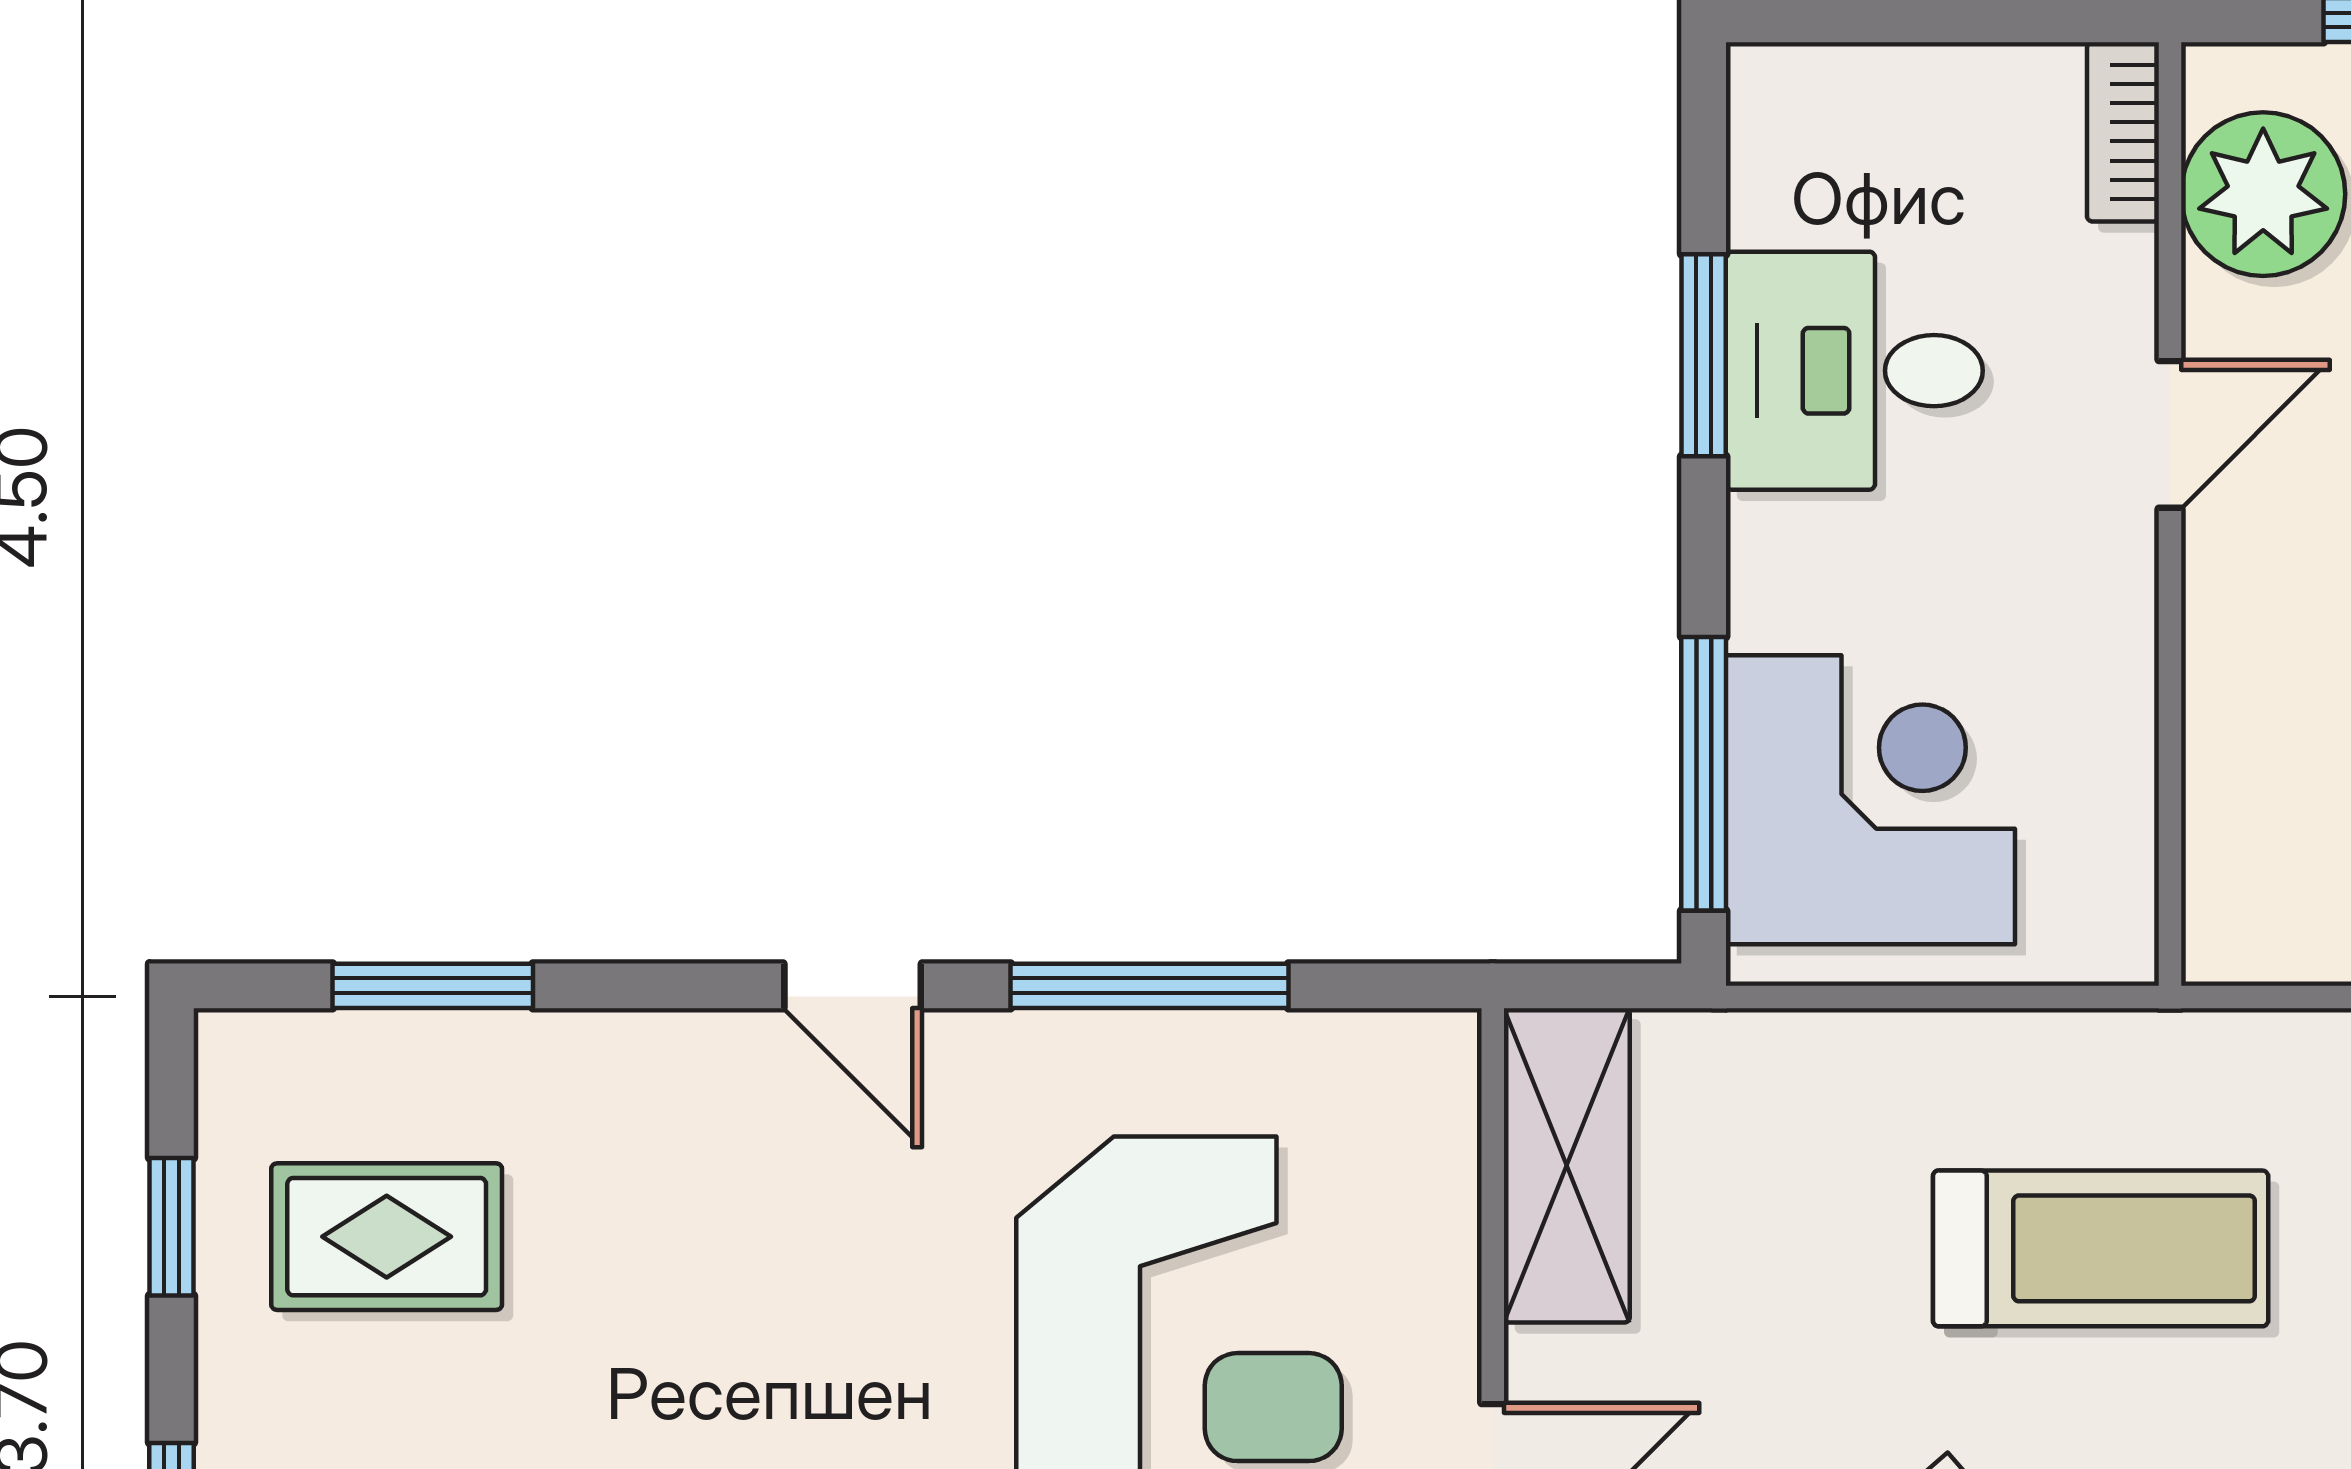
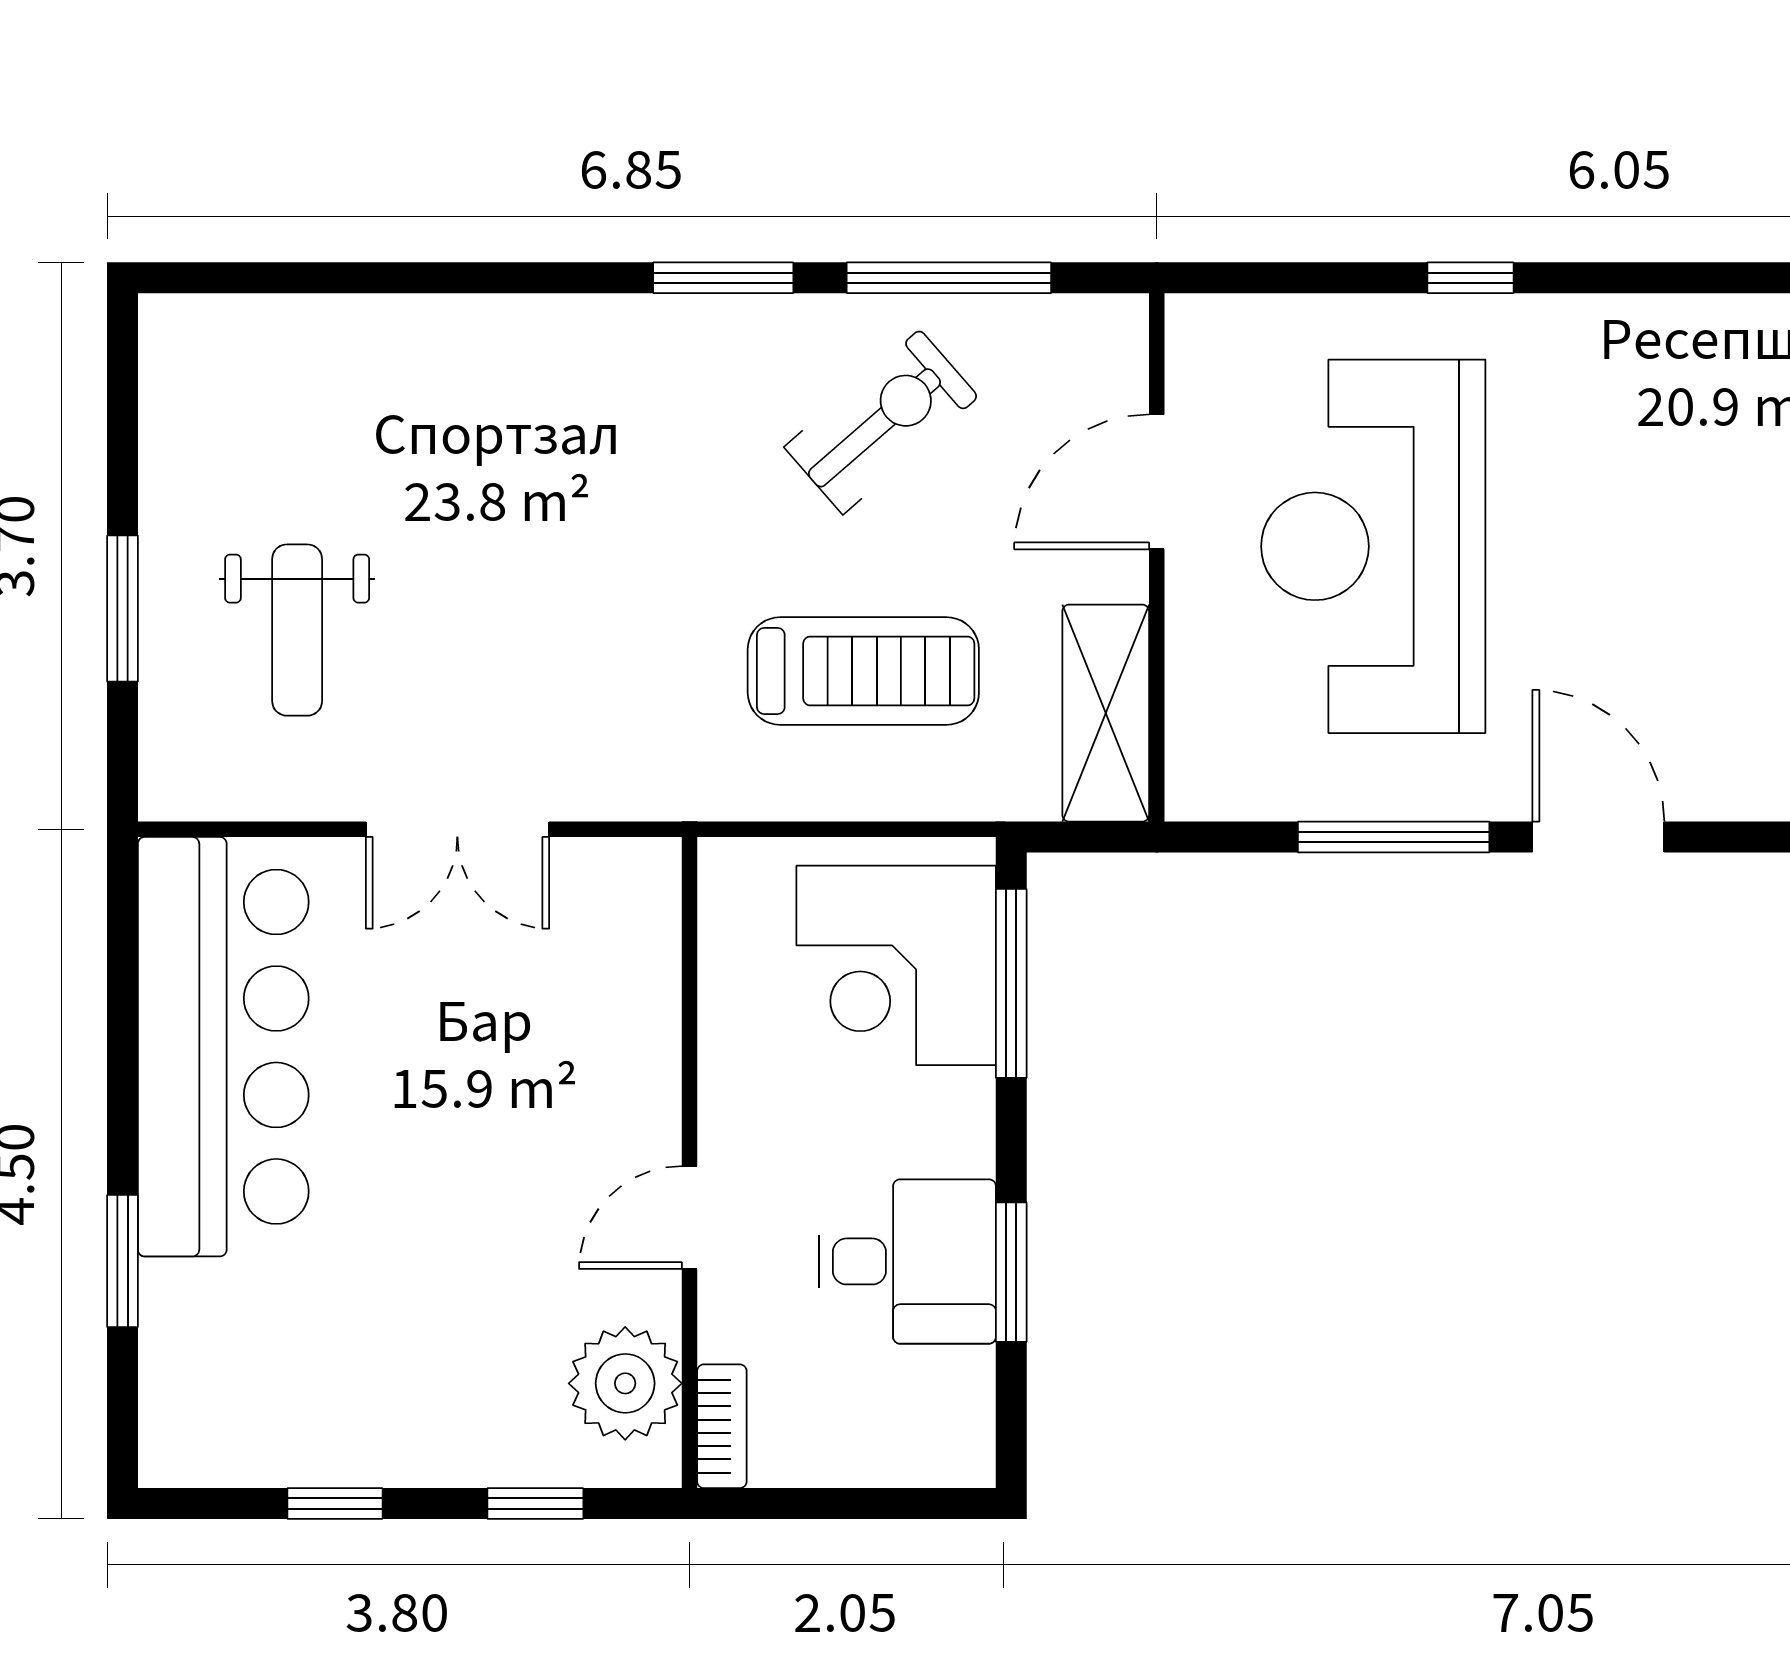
door: (853, 986) -> (1598, 837), width x1.38
treadmill: (2101, 1248) -> (863, 671), moved, turned 180

